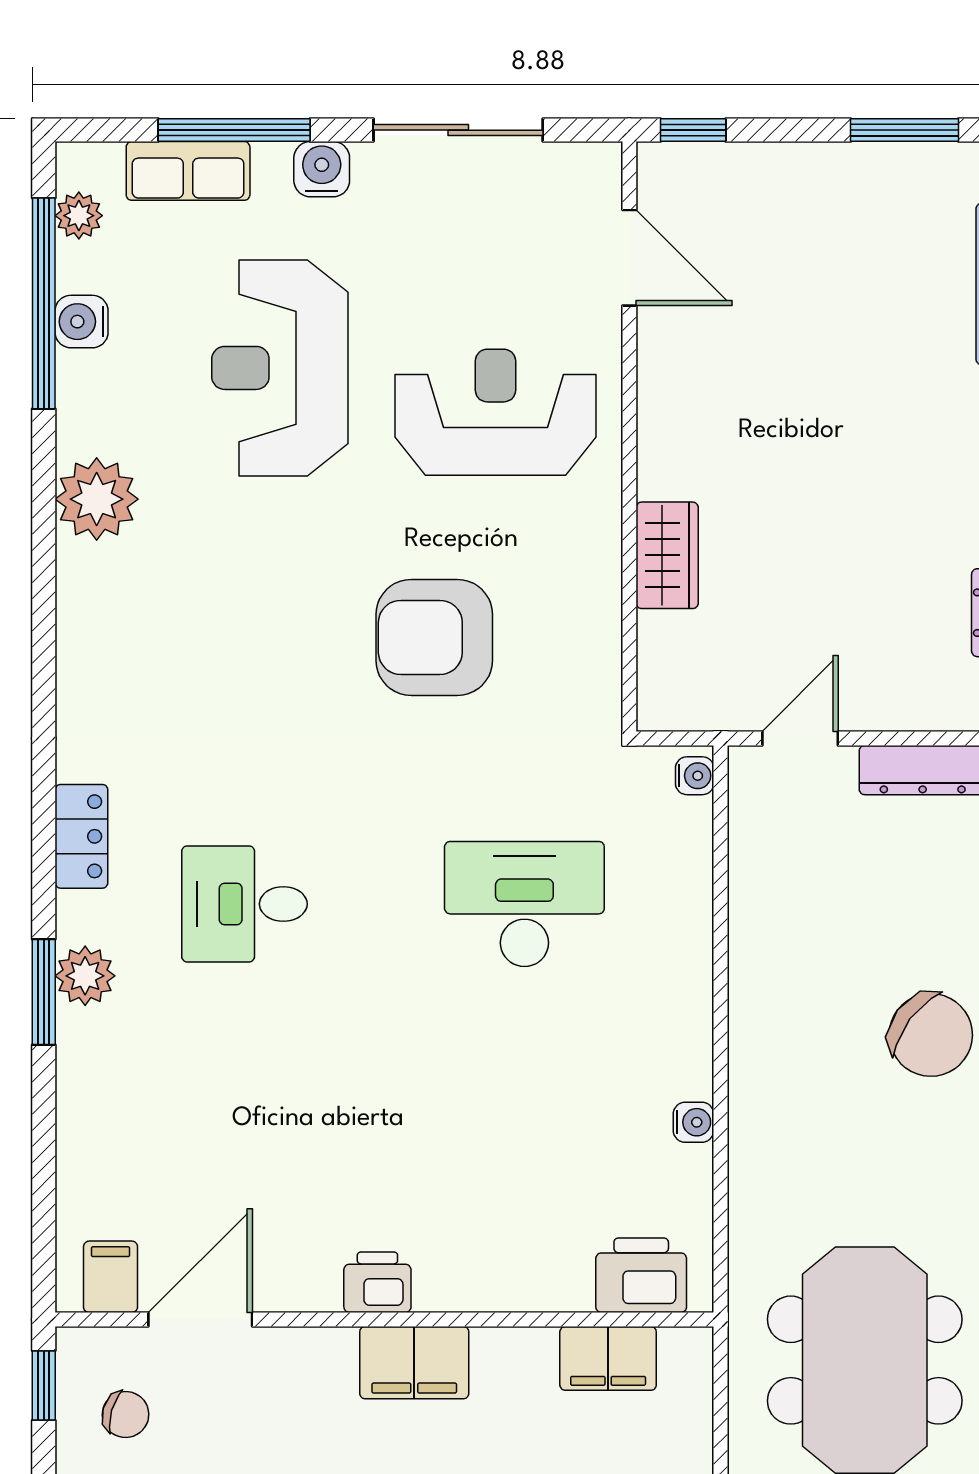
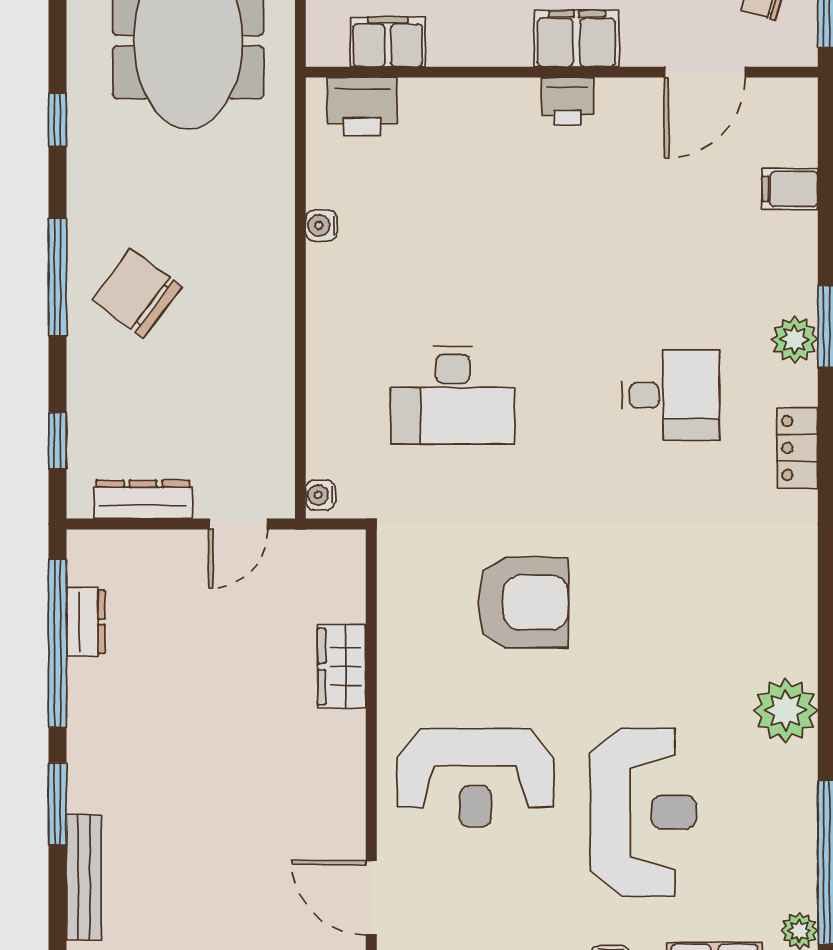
water cooler: (82, 322) -> (797, 848), removed
filing cabinet: (111, 1277) -> (790, 189), moved, turned 90
filing cabinet: (414, 1363) -> (576, 39), moved

